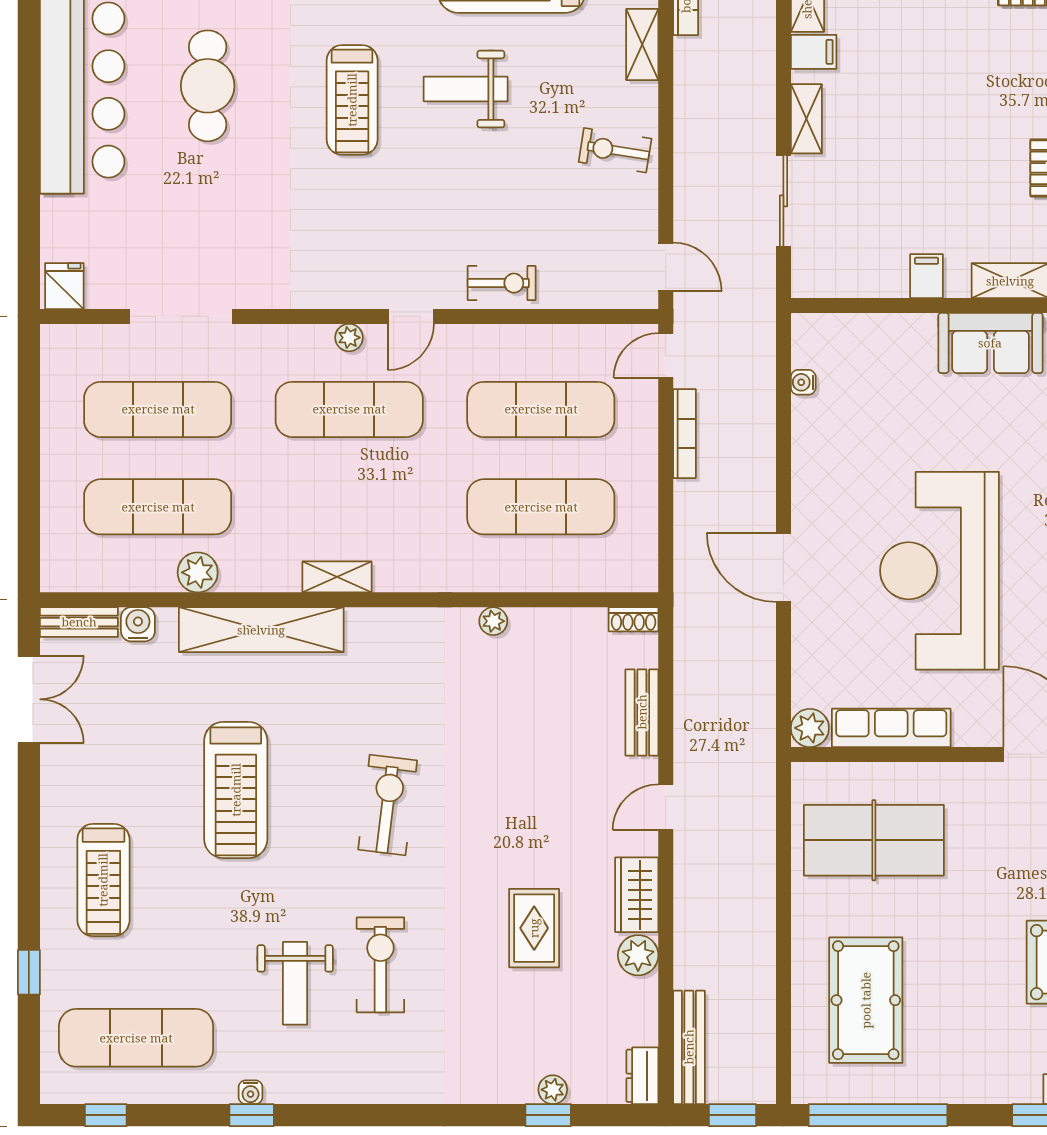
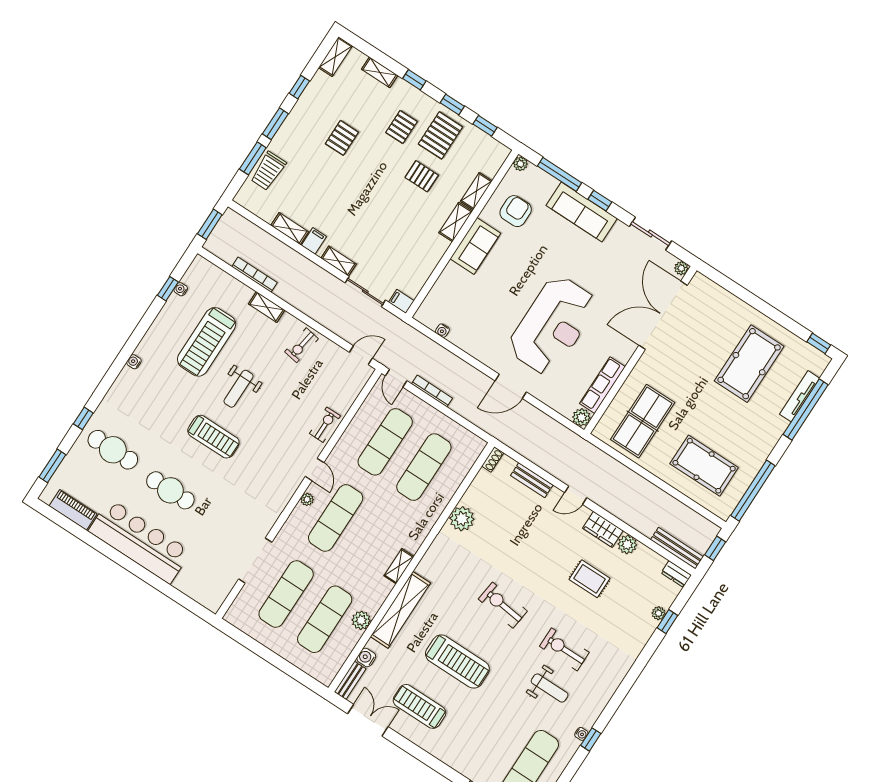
filing cabinet: (926, 276) -> (401, 301), moved
fridge: (64, 286) -> (213, 599), removed
reception desk: (940, 571) -> (553, 325), turned -90
plant: (493, 621) -> (462, 519), width x1.88, depth x1.88
door: (666, 807) -> (576, 495), hinge flipped
treadmill: (103, 880) -> (419, 706), moved, turned 180

